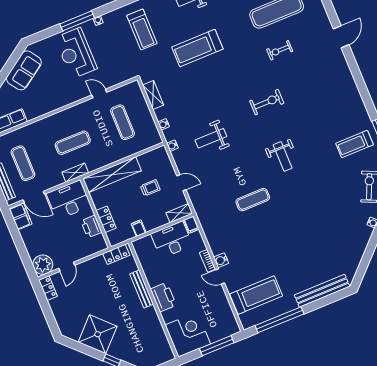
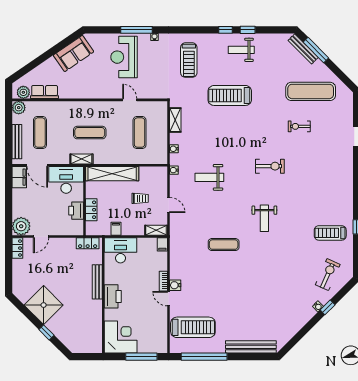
desk: (172, 240) -> (120, 250), moved

